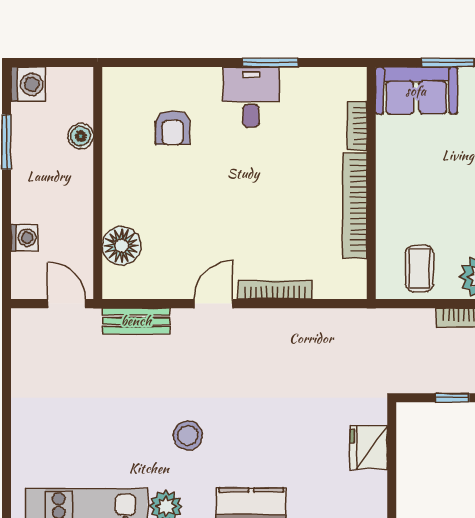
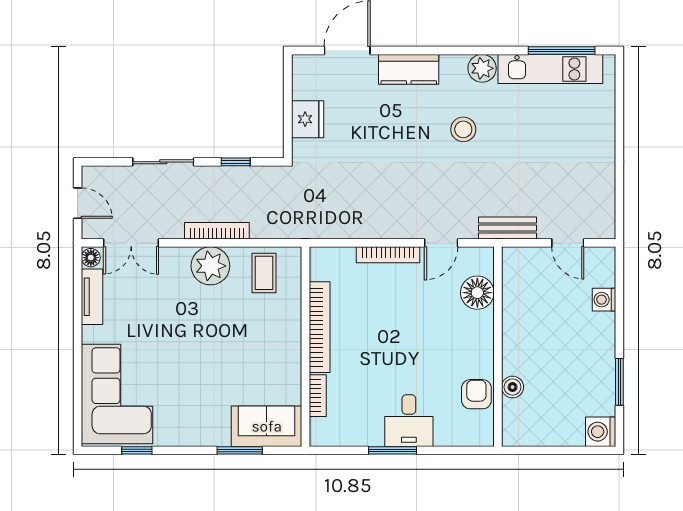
boiler: (81, 136) -> (513, 387), moved
wall: (98, 183) -> (498, 347), moved
floor lamp: (122, 246) -> (477, 293), moved

